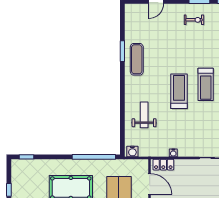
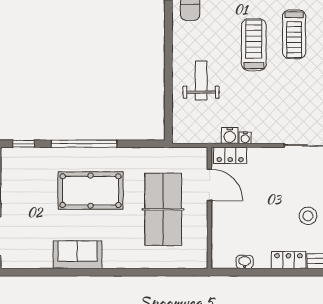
water cooler: (132, 151) -> (230, 136), moved
window: (94, 157) -> (84, 144), moved

